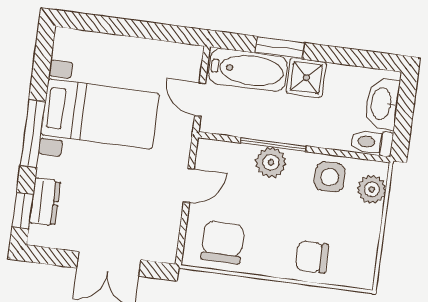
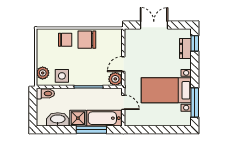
window: (280, 48) -> (91, 130), width x1.44
washbasin: (382, 104) -> (58, 119), moved, turned -90
window: (33, 133) -> (195, 103), moved
plant: (271, 162) -> (115, 79), moved
chair: (223, 242) -> (87, 40), moved, turned 90

